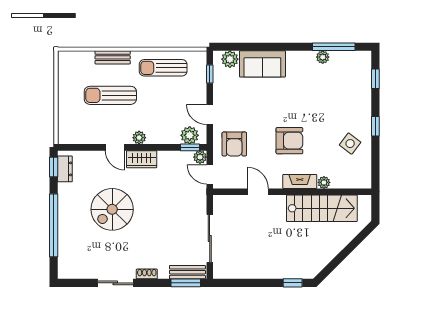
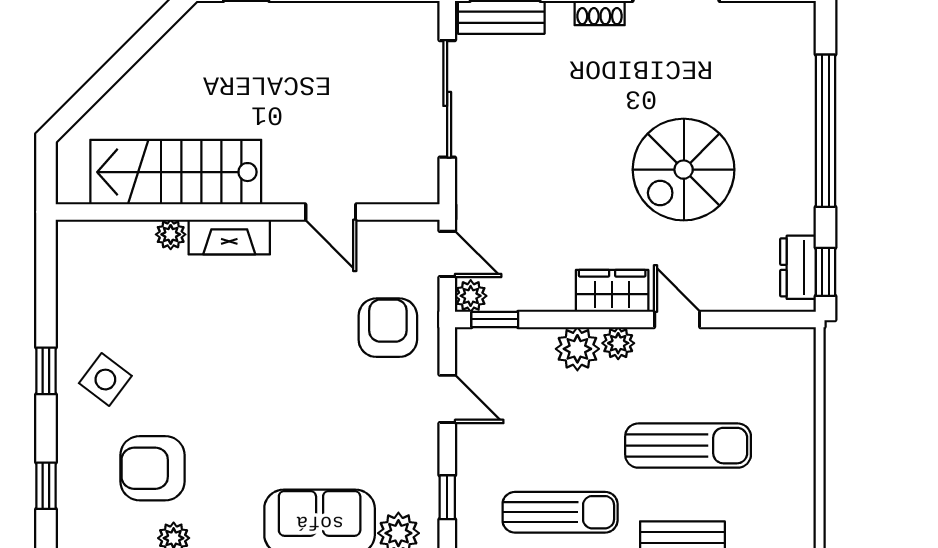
plant: (190, 135) -> (577, 349), moved
armchair: (289, 141) -> (152, 468), moved
side table: (350, 144) -> (105, 380), moved
spiral stairs: (112, 209) -> (684, 170), turned 180

